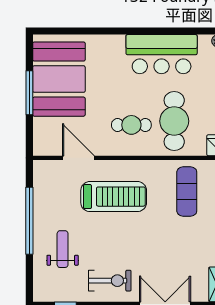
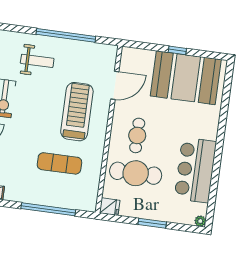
window: (29, 93) -> (177, 50), width x0.46
exercise mat: (187, 192) -> (59, 163), moved
treadmill: (114, 197) -> (77, 112), turned 180

